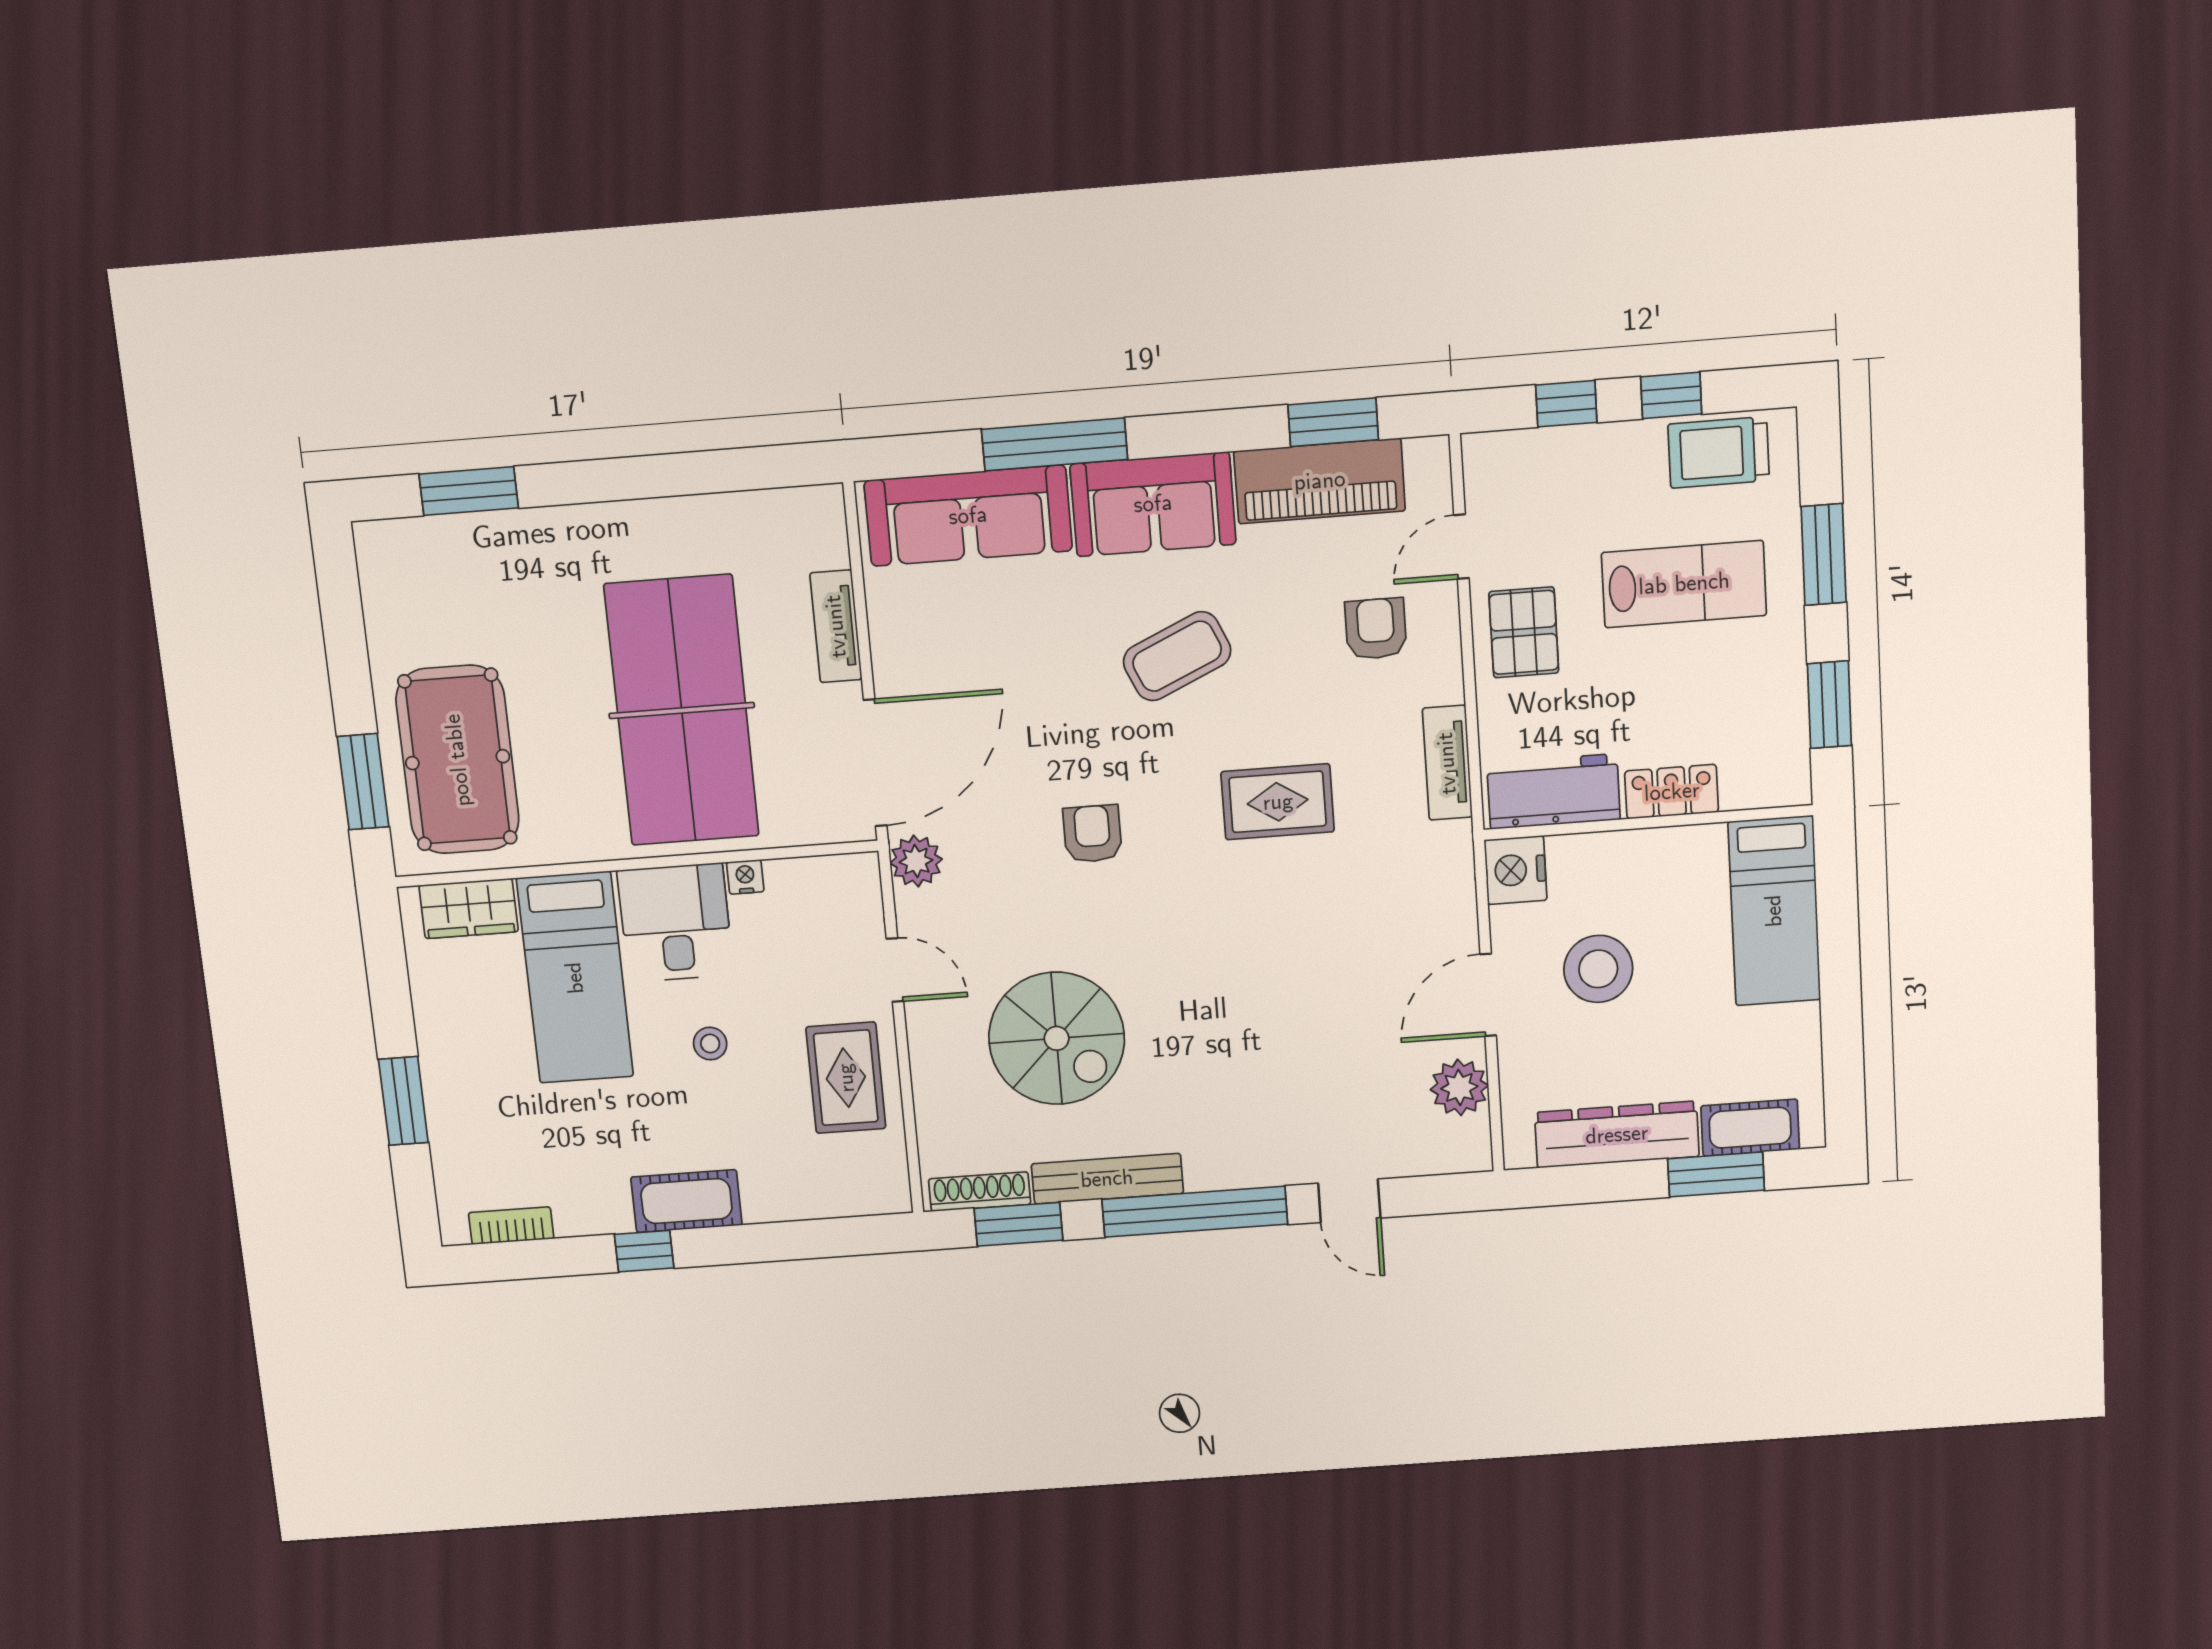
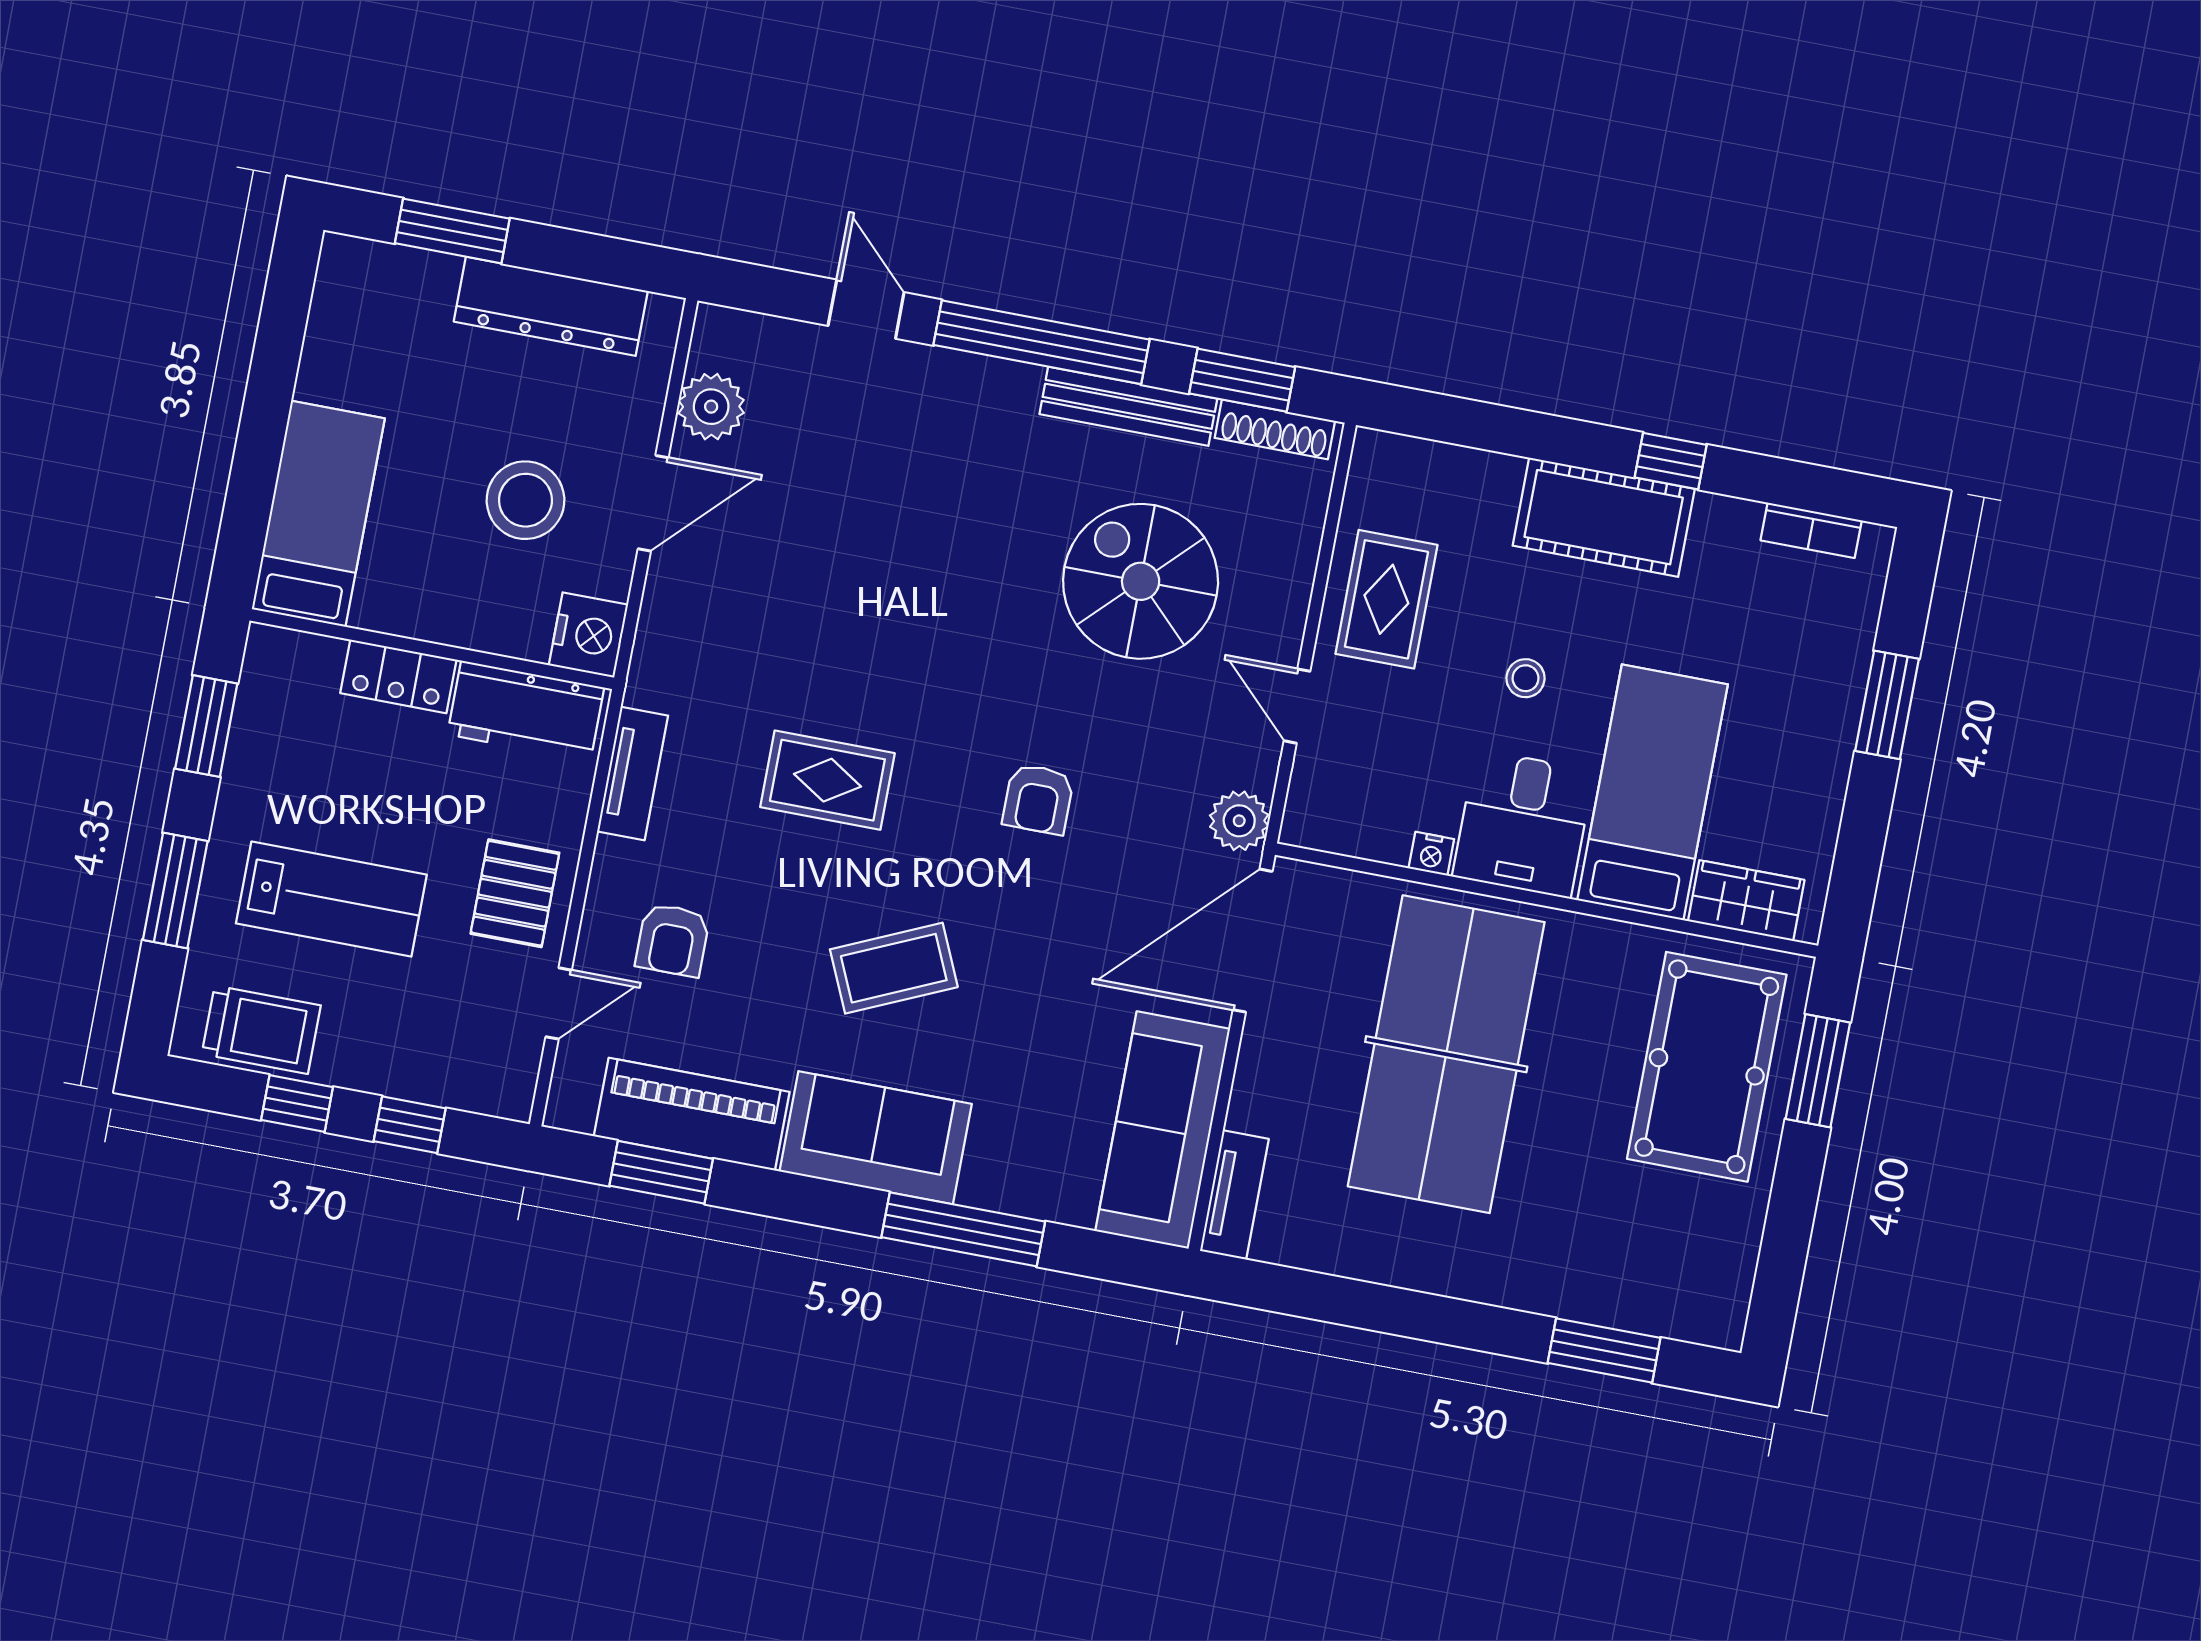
sofa: (968, 516) -> (1163, 1130), moved, turned -90
lab bench: (1684, 584) -> (331, 899), turned 180
tv unit: (836, 626) -> (1234, 1195), moved
cot: (1750, 1128) -> (402, 275), removed
cot: (686, 1201) -> (1604, 517), width x1.37, depth x1.34

